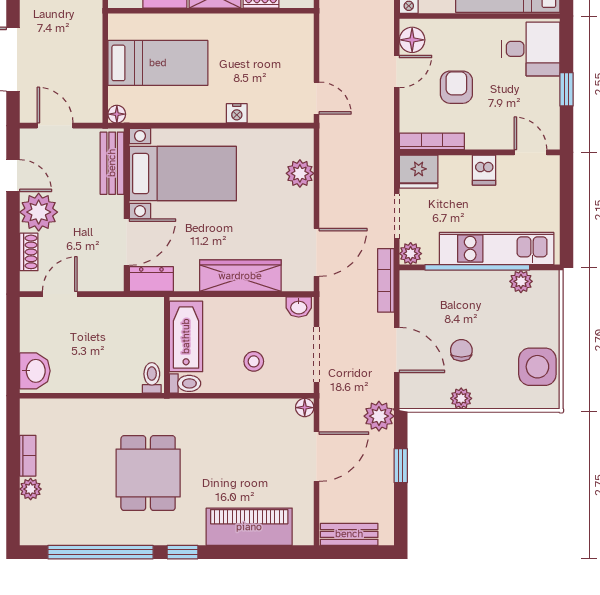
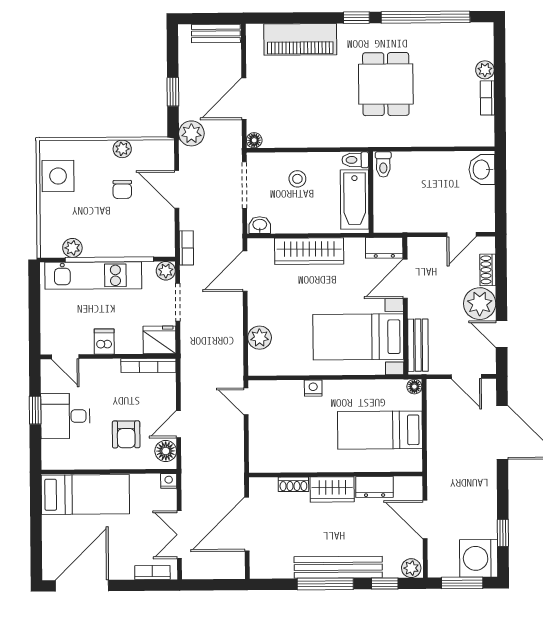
desk: (531, 49) -> (65, 416), moved
armchair: (456, 87) -> (126, 434), moved
bookcase: (386, 280) -> (186, 248), width x0.64

